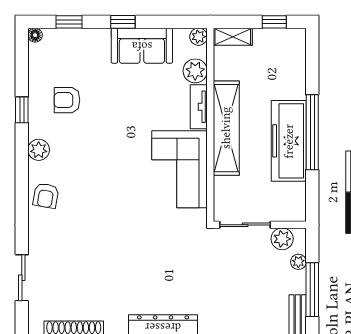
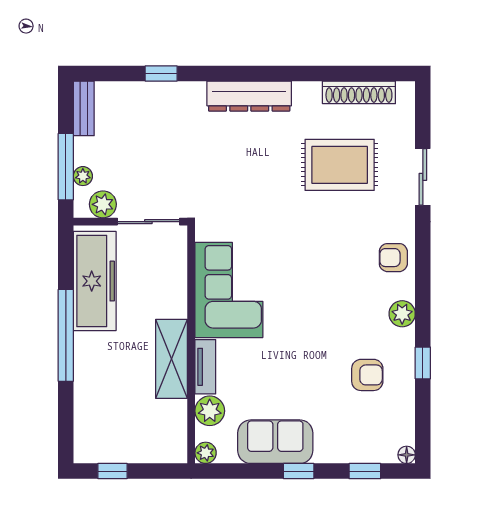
shelving: (233, 37) -> (164, 453), removed
shelving: (226, 128) -> (172, 359), width x0.68
freezer: (289, 141) -> (95, 281), moved
armchair: (46, 196) -> (393, 258), turned -100
rug: (90, 271) -> (340, 165), added
sliding door: (22, 278) -> (423, 177), moved
window: (312, 290) -> (66, 167), moved

